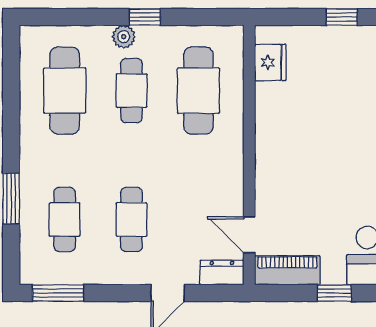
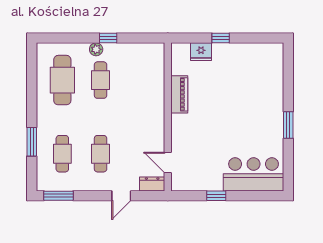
fridge: (270, 62) -> (201, 52), moved, turned 90
cafe table: (198, 91) -> (139, 80), removed
piano: (287, 270) -> (179, 94), moved, turned 90

